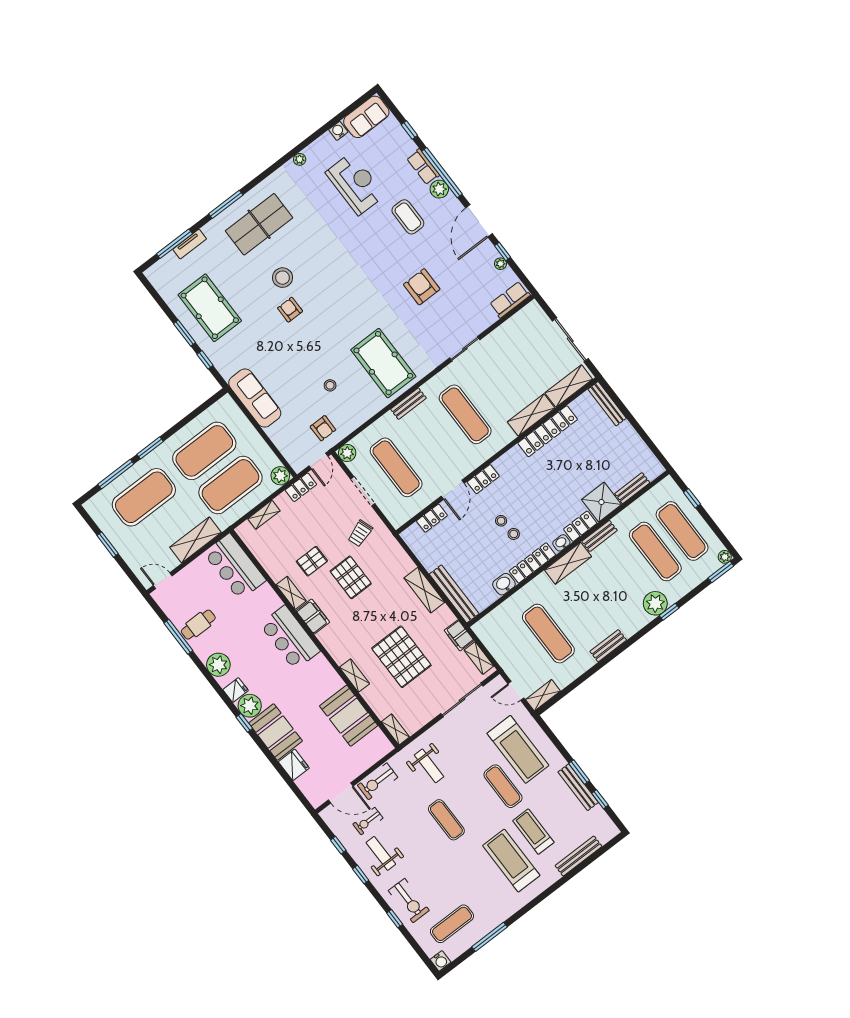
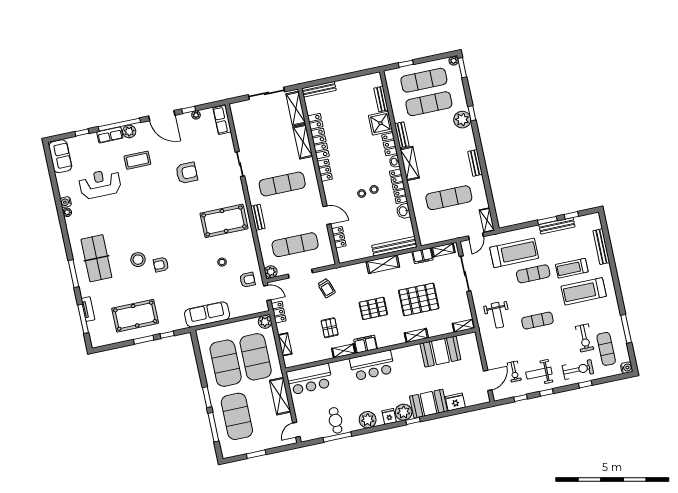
water cooler: (338, 131) -> (66, 202), moved
armchair: (422, 287) -> (187, 173), turned 180
locker: (483, 479) -> (325, 170), moved
pallet: (351, 577) -> (373, 308), moved
weight bench: (429, 766) -> (497, 315), turned 90
exercise bike: (378, 781) -> (584, 338), moved

